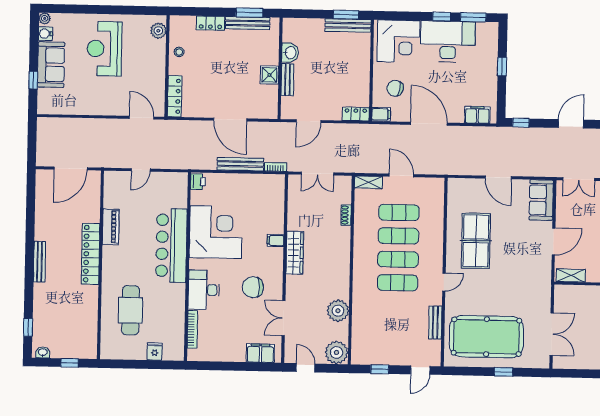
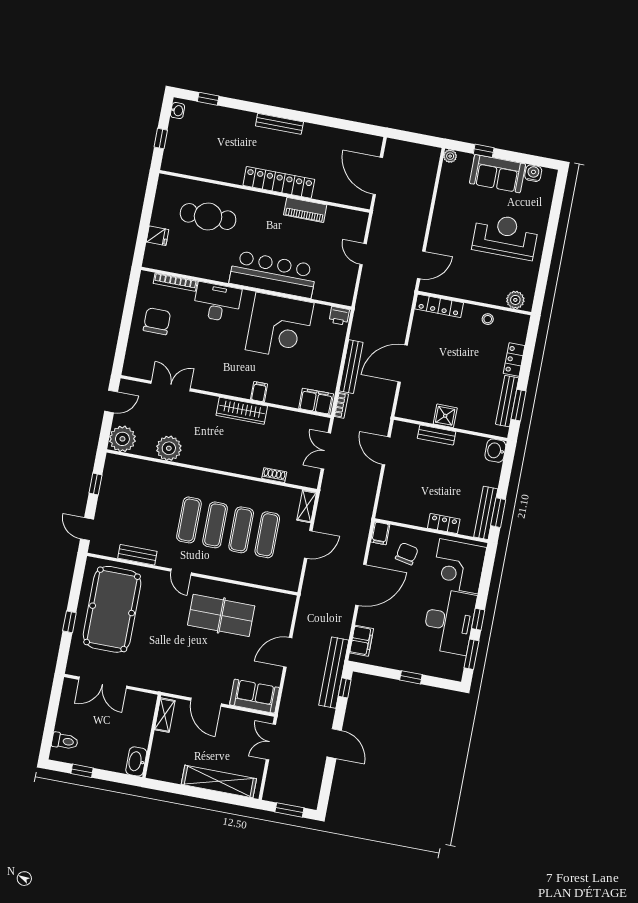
plant: (45, 18) -> (450, 156), moved
washbasin: (290, 53) -> (495, 451), moved, turned 90
locker: (356, 114) -> (444, 524), moved, turned -90
bench: (509, 135) -> (334, 673), added
chair: (253, 287) -> (157, 321), moved
filing cabinet: (260, 353) -> (316, 401), moved, turned -90

